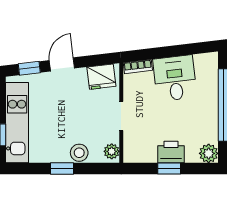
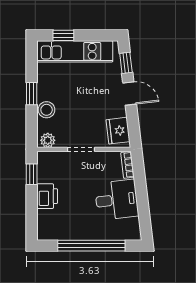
plant: (209, 153) -> (46, 231), removed
window: (169, 169) -> (32, 174), moved

